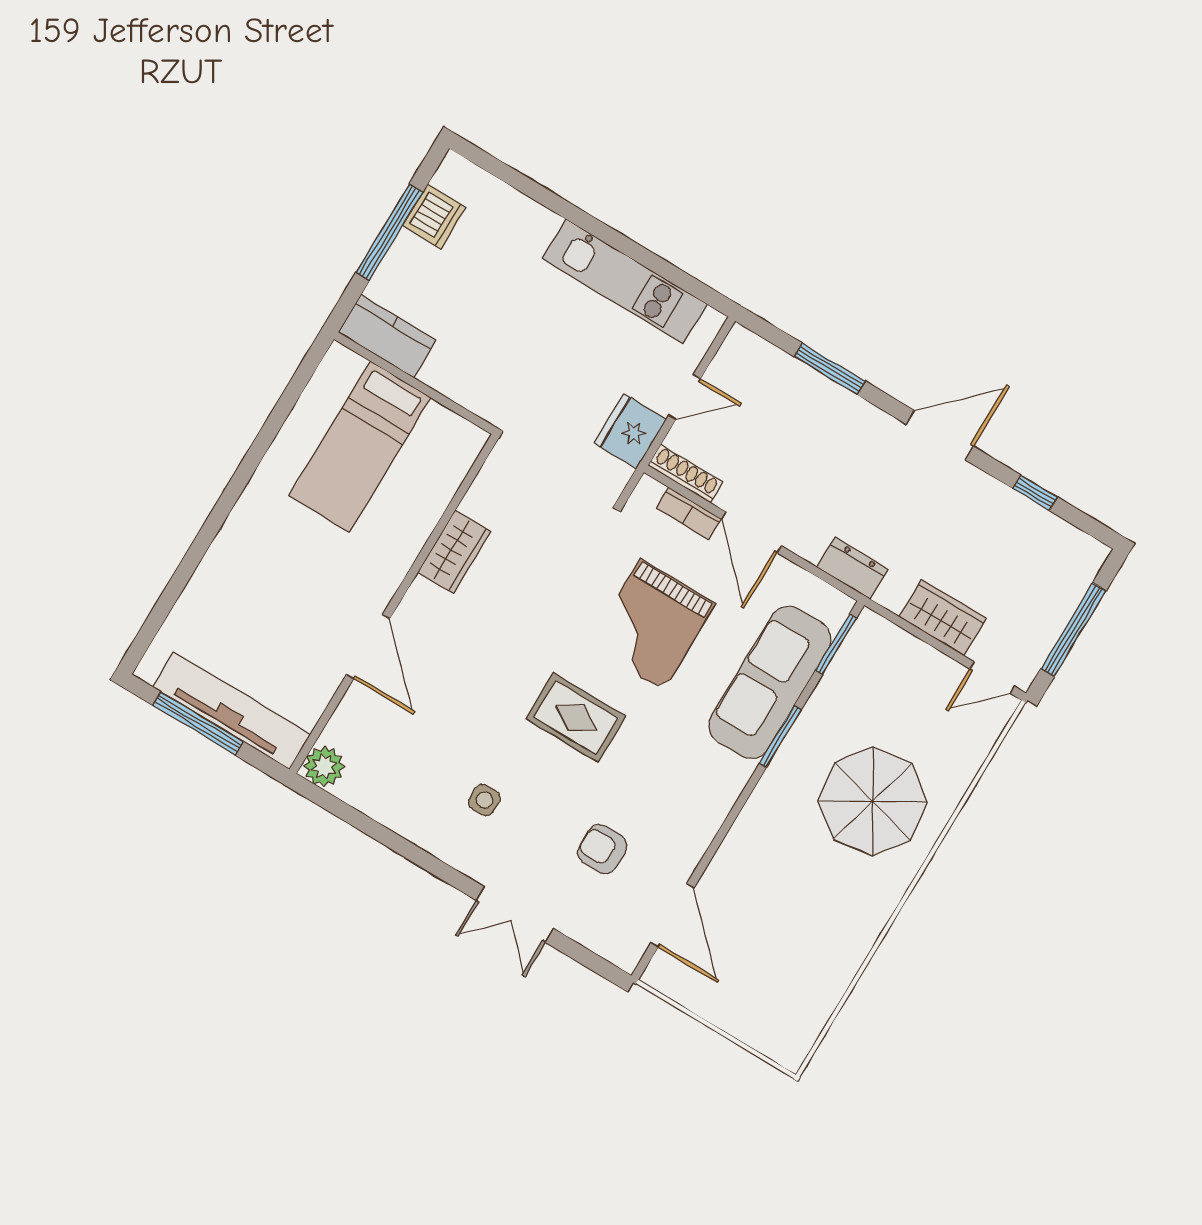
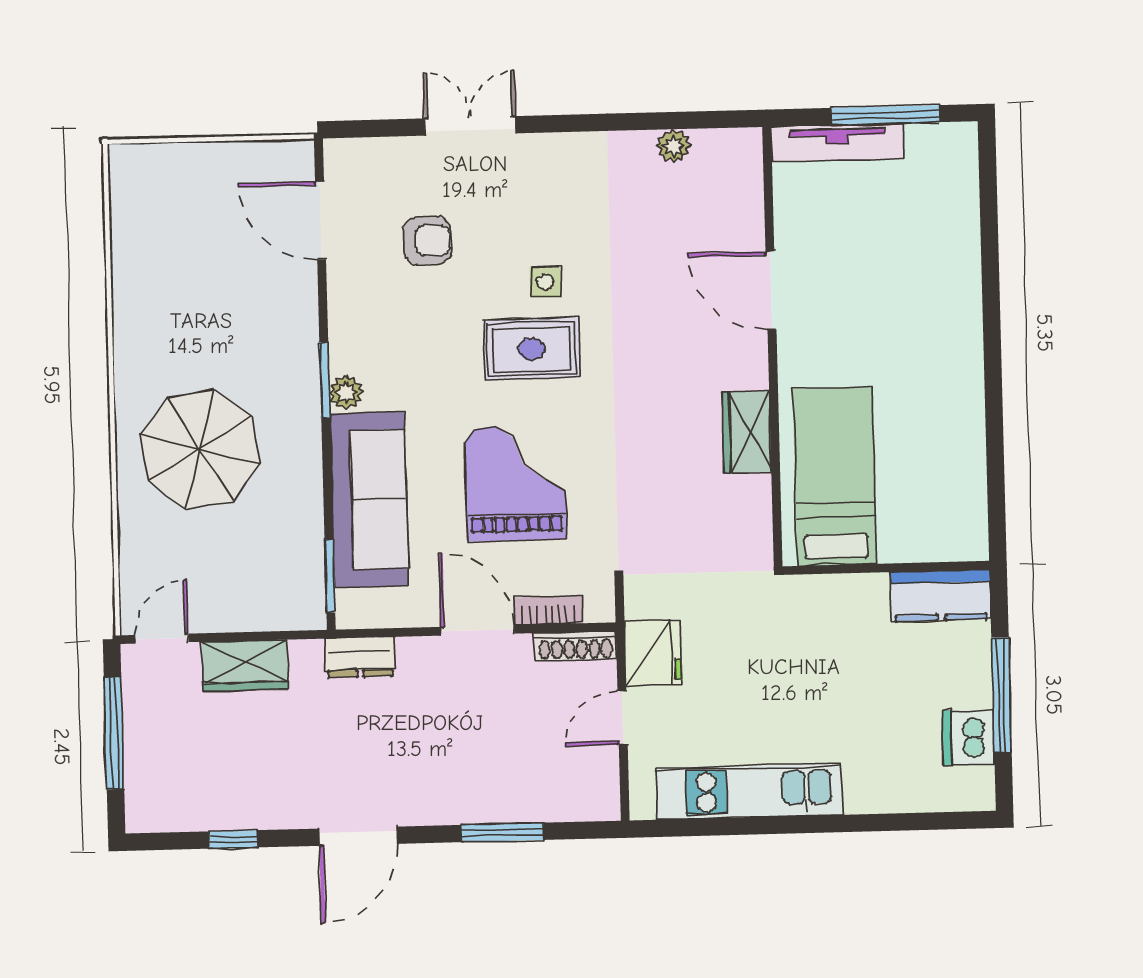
bed: (360, 447) -> (835, 476), moved
tv unit: (232, 711) -> (837, 143), width x0.73, depth x0.78
window: (780, 737) -> (325, 380), moved
plant: (324, 767) -> (674, 146), moved, width x0.73, depth x0.73
plant: (736, 774) -> (346, 393), added
side table: (484, 800) -> (545, 282), moved

